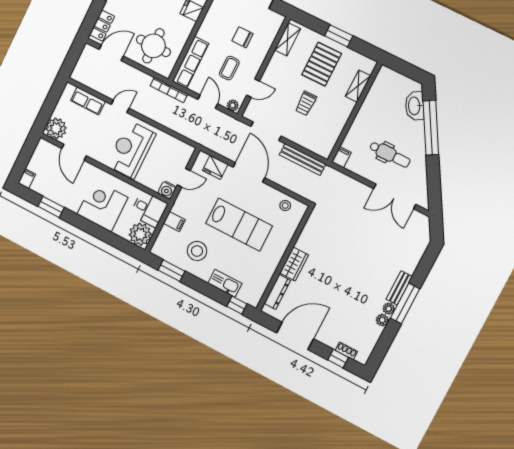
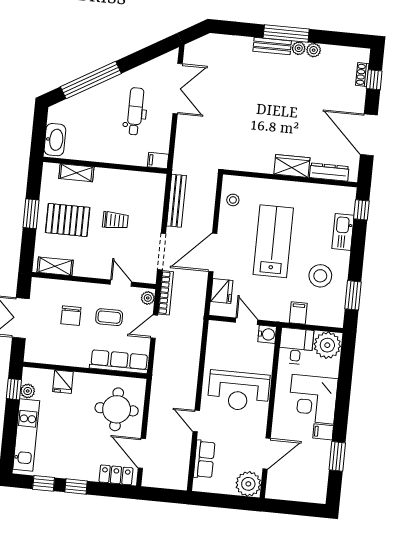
bookcase: (169, 90) -> (166, 293), moved
washbasin: (415, 106) -> (55, 140), moved, turned -60
filing cabinet: (27, 179) -> (323, 432), moved

